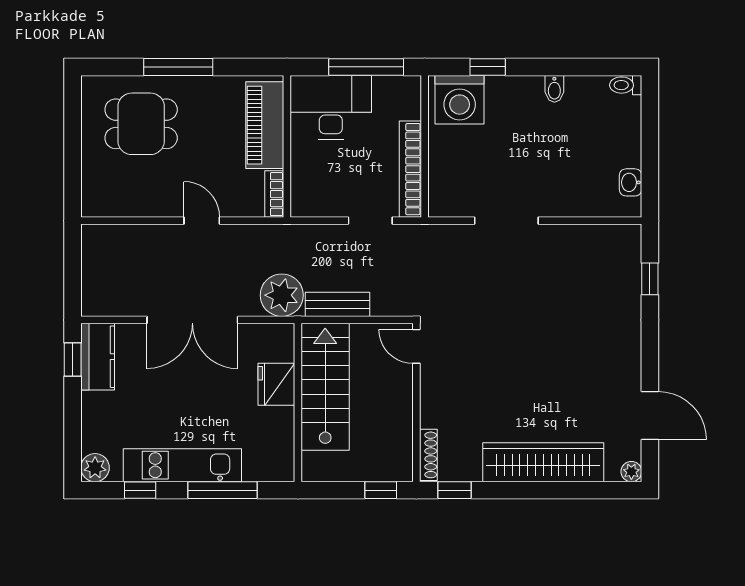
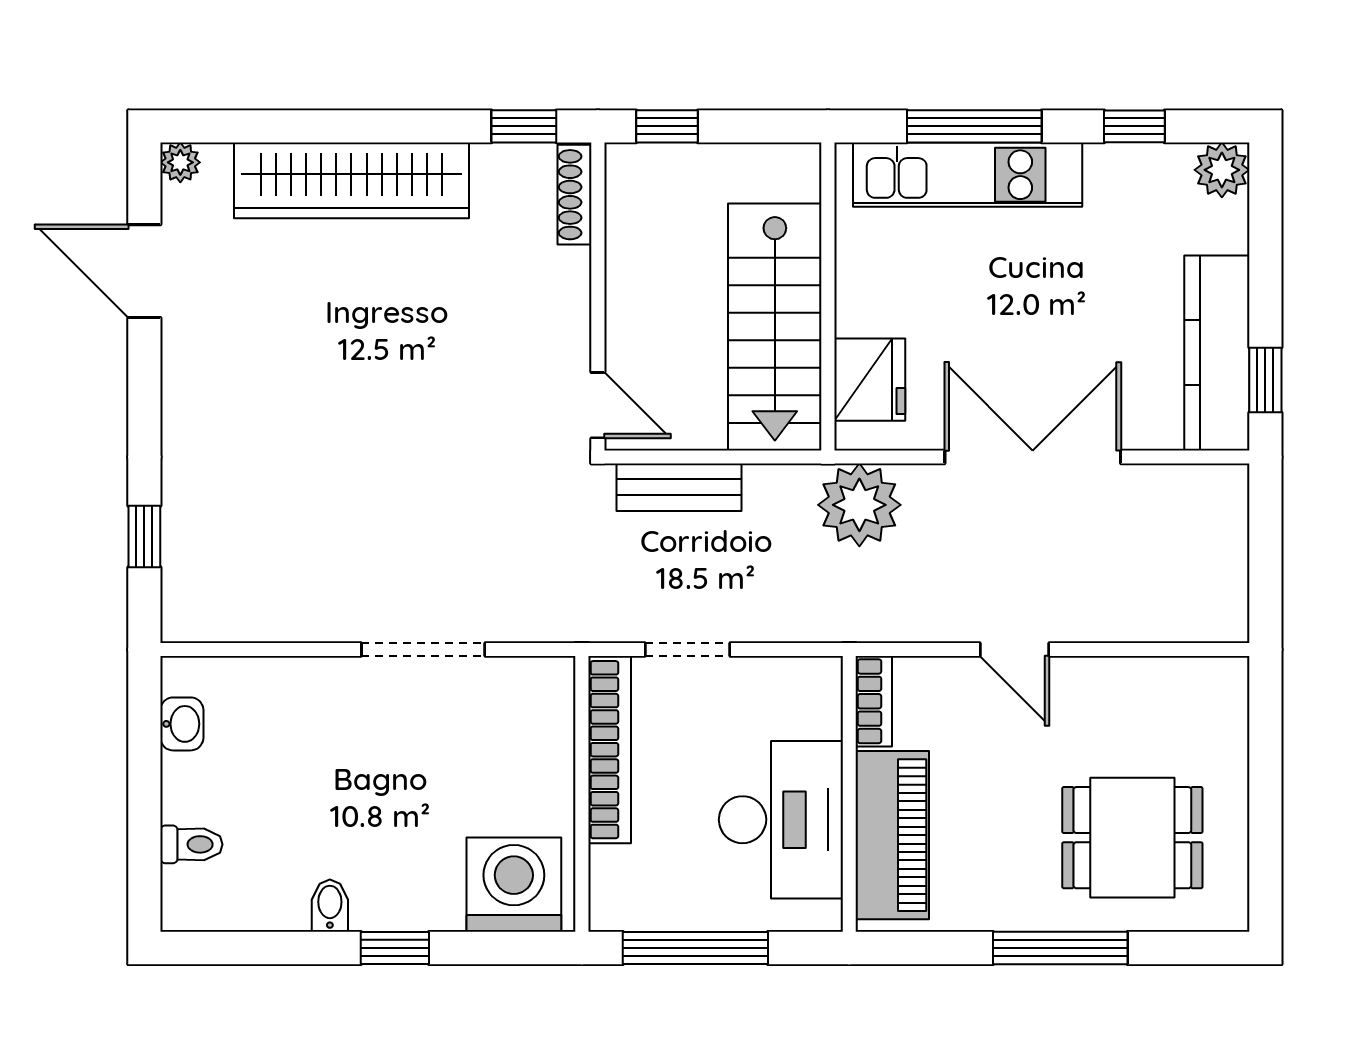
window: (488, 67) -> (395, 948), moved
toilet: (626, 85) -> (191, 844), moved
desk: (331, 107) -> (781, 820), moved, turned -90
bench: (337, 304) -> (679, 487), moved
kitchen counter: (98, 357) -> (1217, 353), width x1.50
fridge: (276, 384) -> (870, 380), moved
kitchen unit: (182, 465) -> (968, 175), moved

